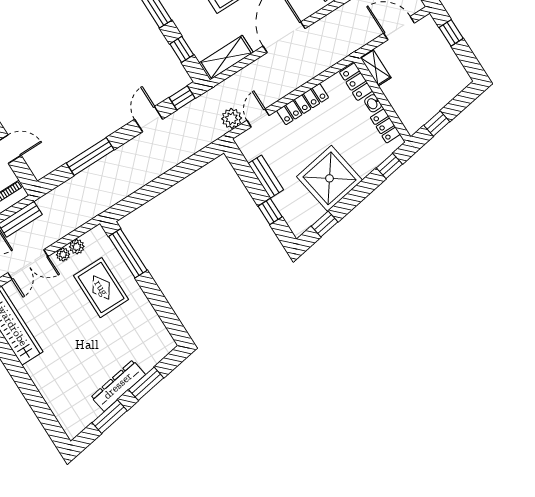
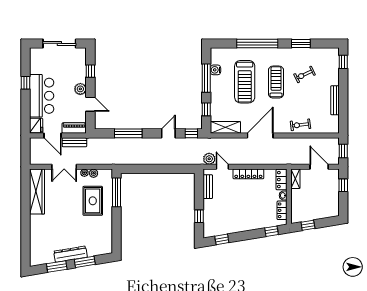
door: (258, 118) -> (222, 167), hinge flipped
bench: (266, 177) -> (208, 187), moved
shower: (330, 178) -> (238, 219), removed

